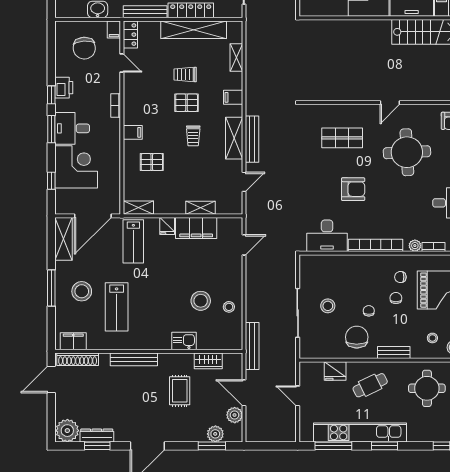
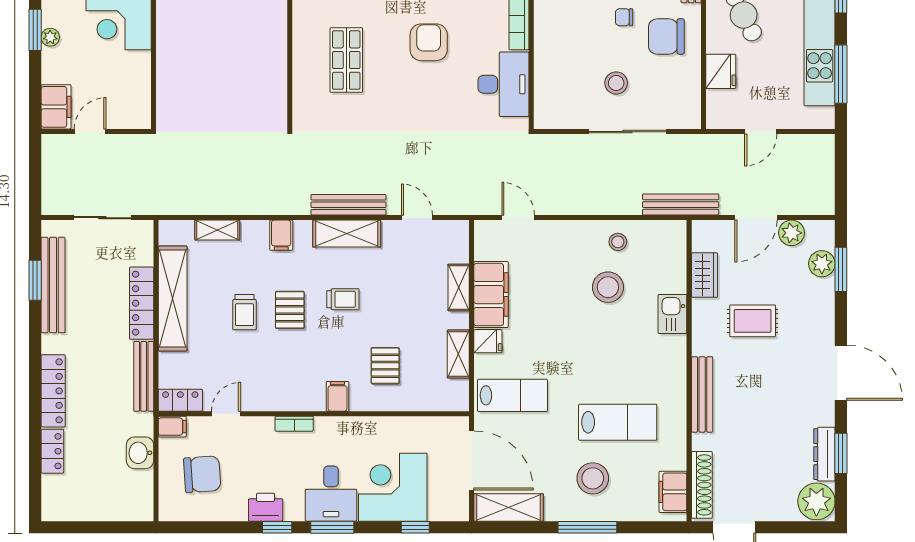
shelving: (138, 208) -> (458, 354), moved

